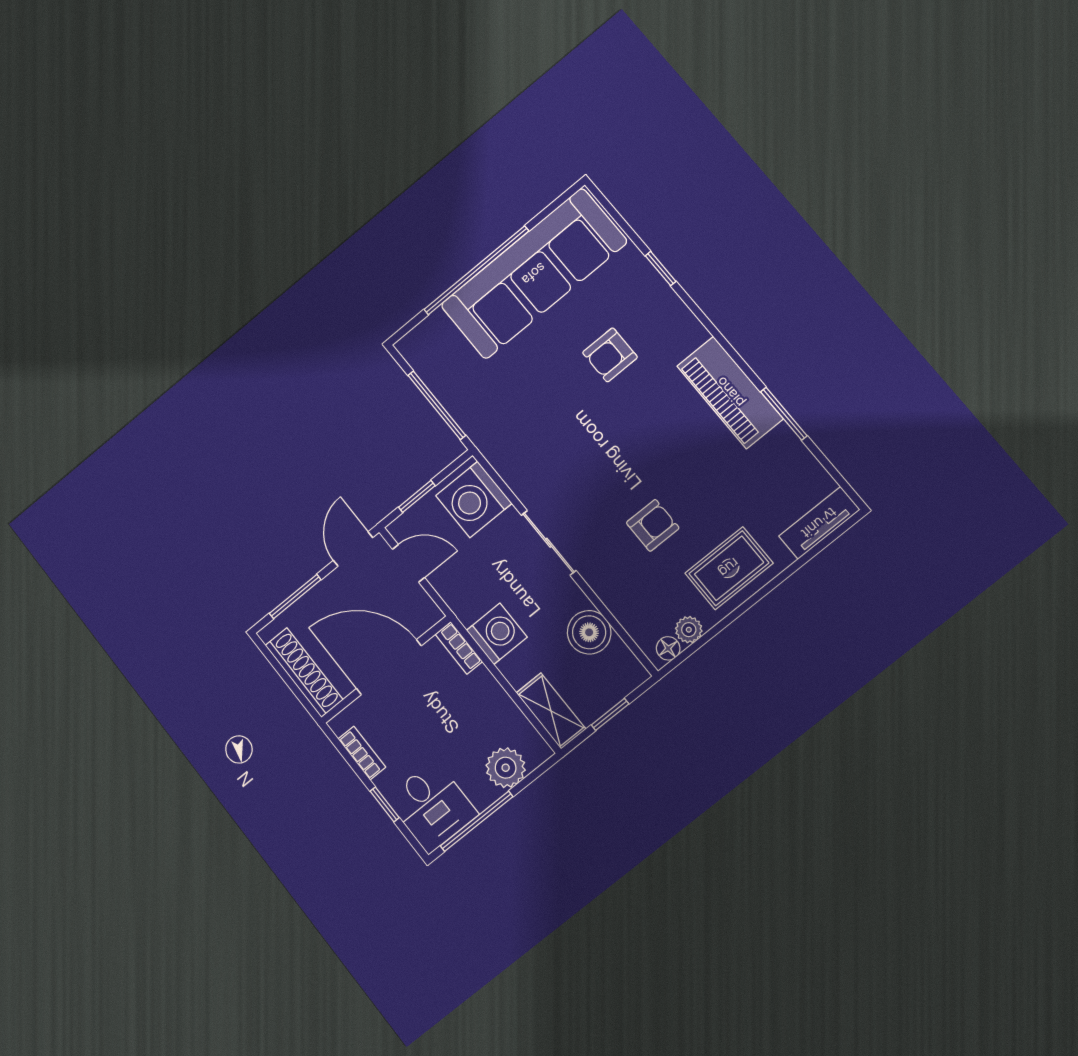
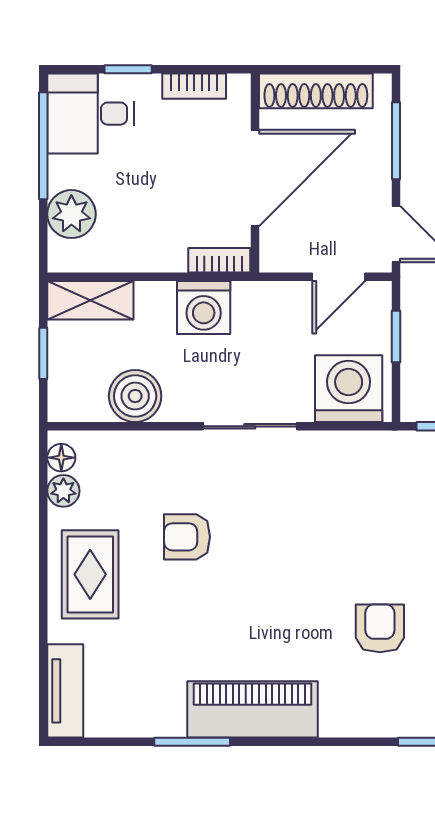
armchair: (653, 525) -> (187, 537), turned 90

